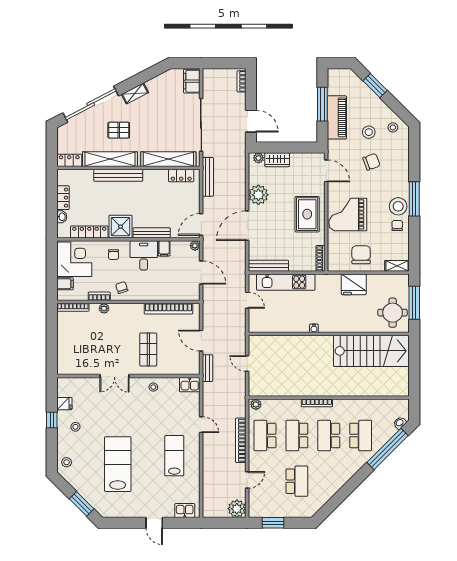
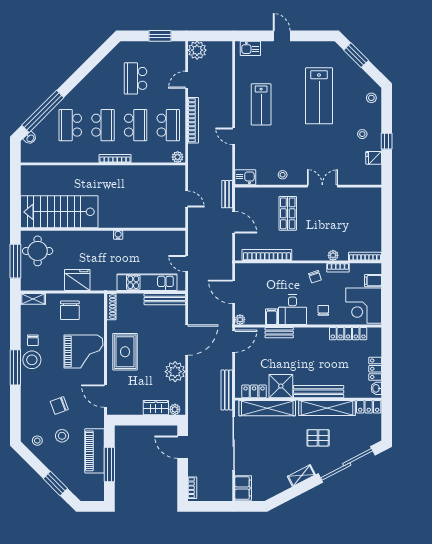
washbasin: (62, 217) -> (376, 388), moved
shower: (121, 227) -> (281, 386), moved
bench: (152, 233) -> (279, 333), width x0.73

